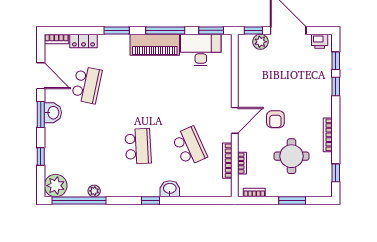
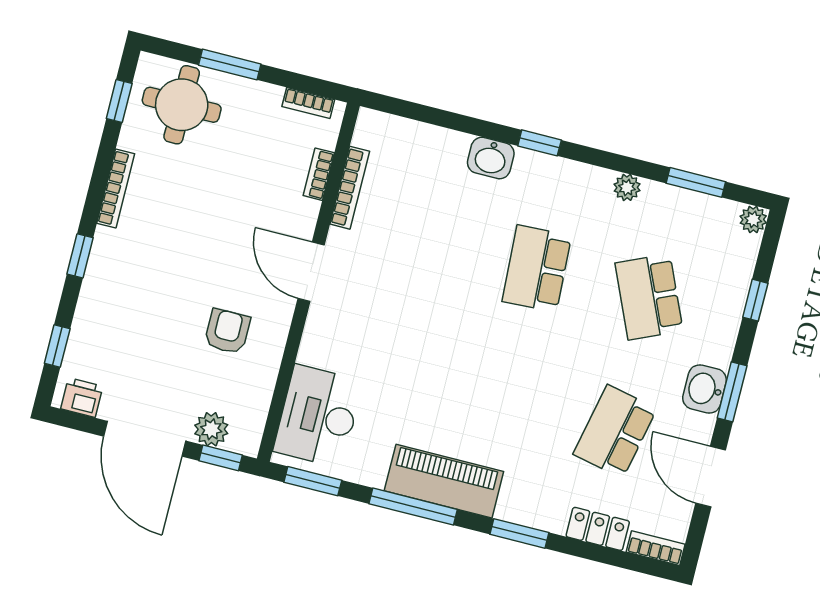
desk: (201, 50) -> (318, 416), moved, turned 90
window: (336, 87) -> (80, 256), moved
armchair: (275, 119) -> (227, 331), moved
door: (235, 120) -> (311, 272), hinge flipped
school desk: (189, 146) -> (649, 297), moved
round table: (292, 156) -> (182, 105), moved
plant: (56, 186) -> (753, 220), width x0.53, depth x0.53
plant: (94, 191) -> (627, 187), moved
window: (79, 201) -> (696, 182), width x0.47

